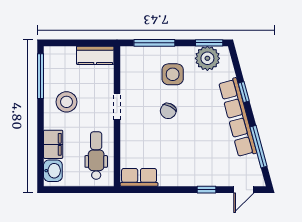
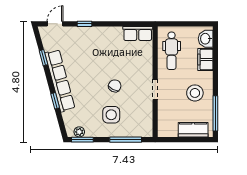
kitchen counter: (95, 55) -> (193, 130), moved
plant: (207, 58) -> (79, 132), width x0.53, depth x0.53
window: (259, 147) -> (43, 58), width x0.46

